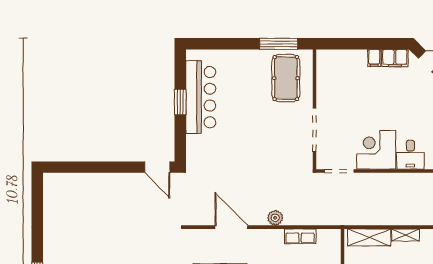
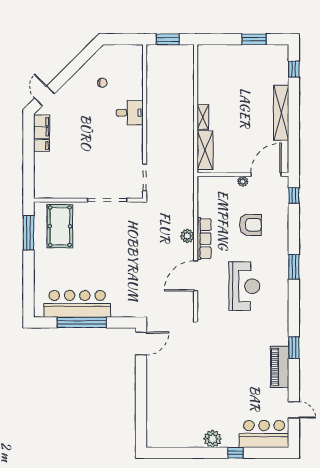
pool table: (286, 78) -> (60, 226), turned 90
window: (180, 102) -> (82, 322), width x2.11
corner desk: (376, 150) -> (125, 144), removed
row of seats: (300, 236) -> (204, 239), moved, width x1.48
plant: (53, 246) -> (213, 439), added

